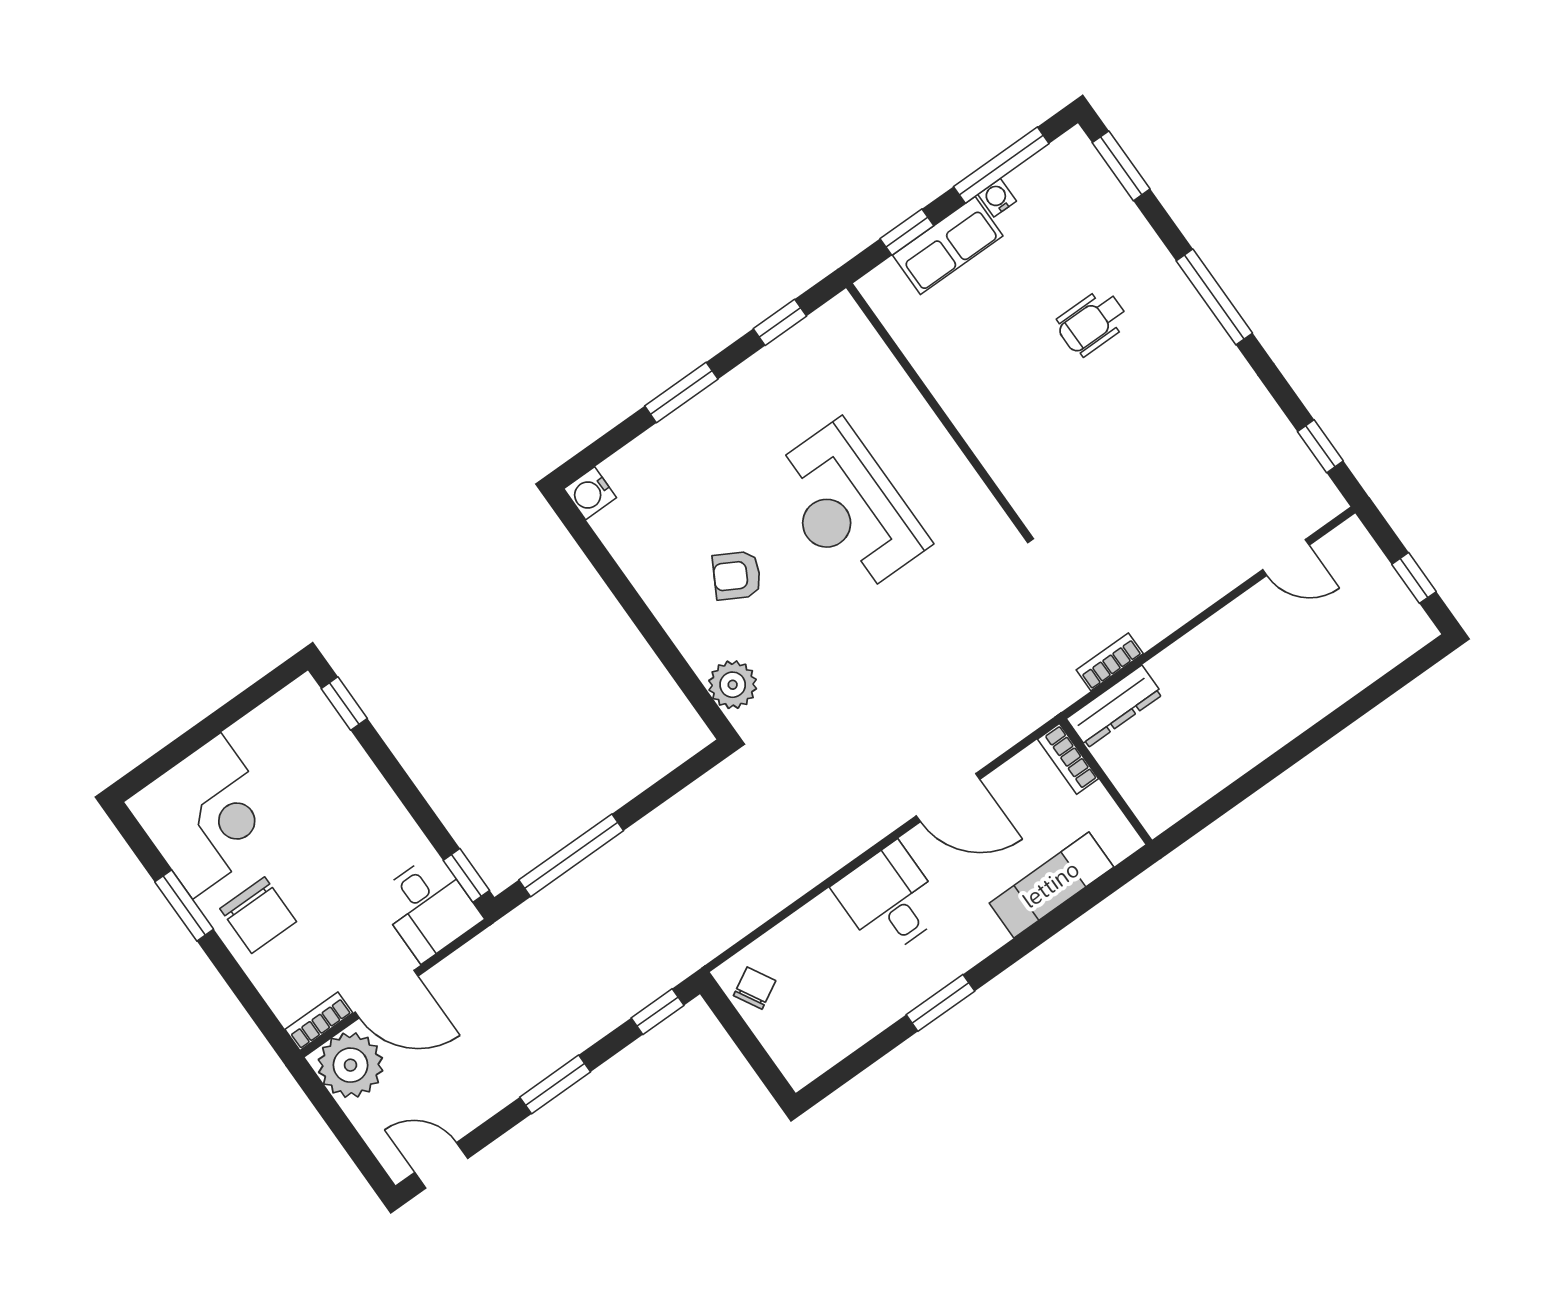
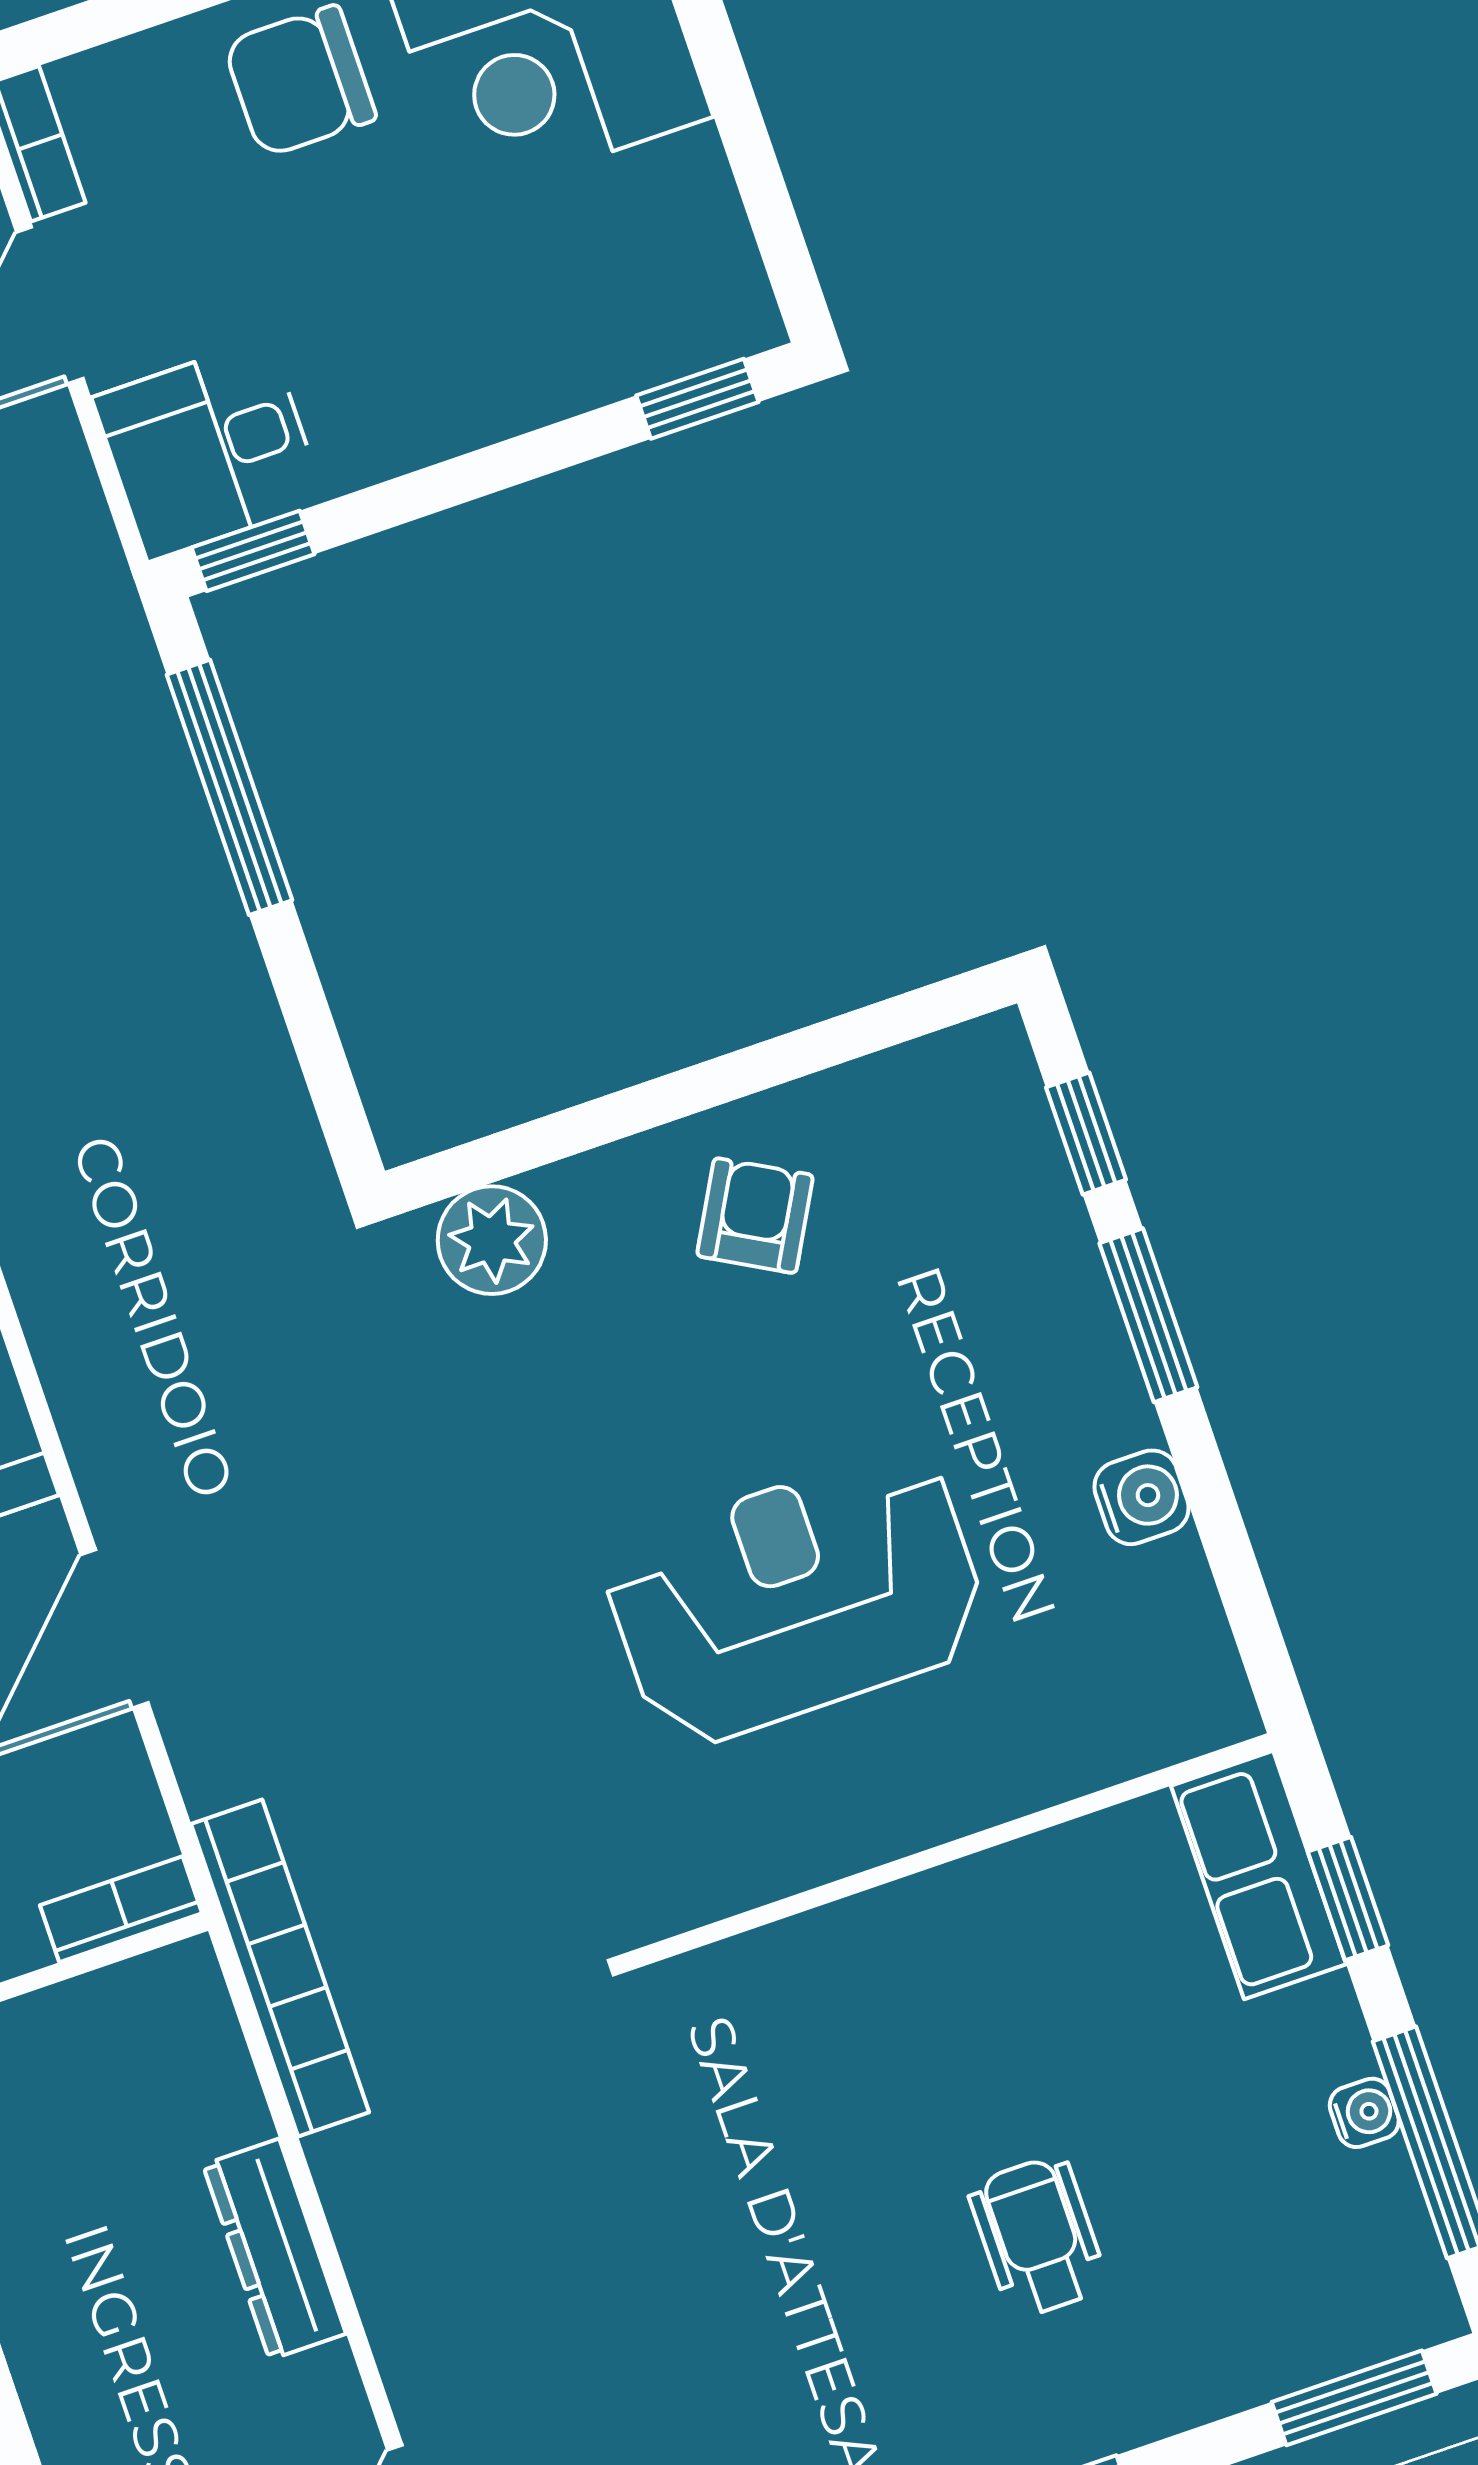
row of seats: (948, 246) -> (1259, 1875), moved
window: (780, 322) -> (1086, 1133), moved
water cooler: (590, 493) -> (1142, 1497), moved, turned 90
armchair: (737, 575) -> (755, 1216), moved
bookcase: (1110, 662) -> (280, 1968), width x2.31, depth x1.31
dresser: (1115, 707) -> (274, 2249), moved

